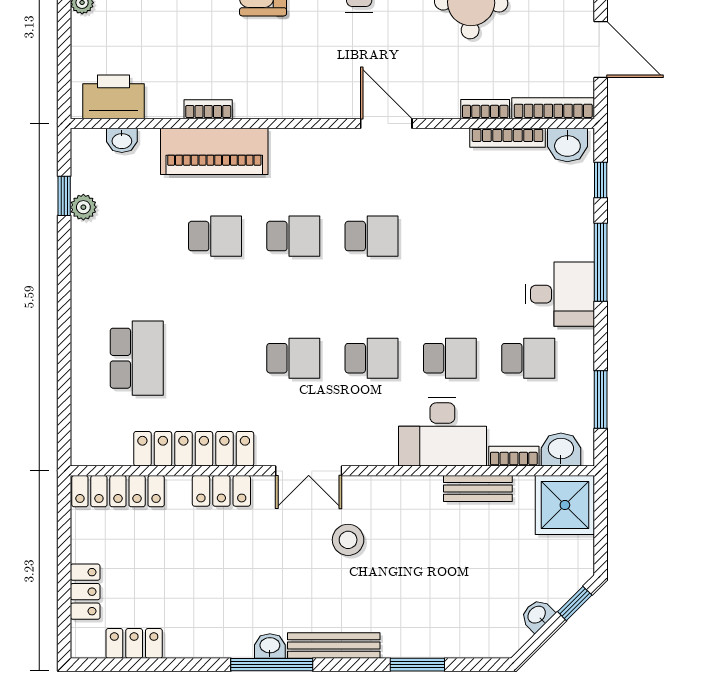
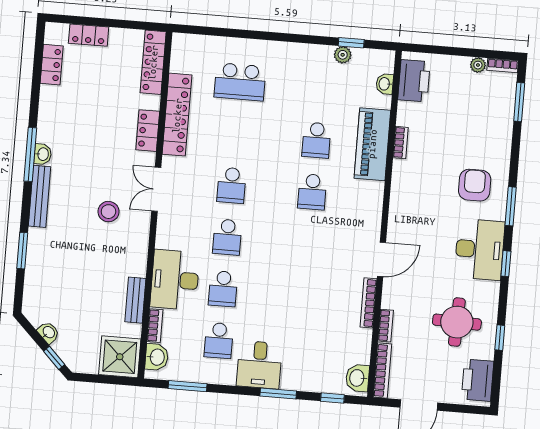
bookcase: (508, 138) -> (368, 303), moved
school desk: (372, 236) -> (308, 244), removed
window: (601, 262) -> (278, 394), width x0.69

